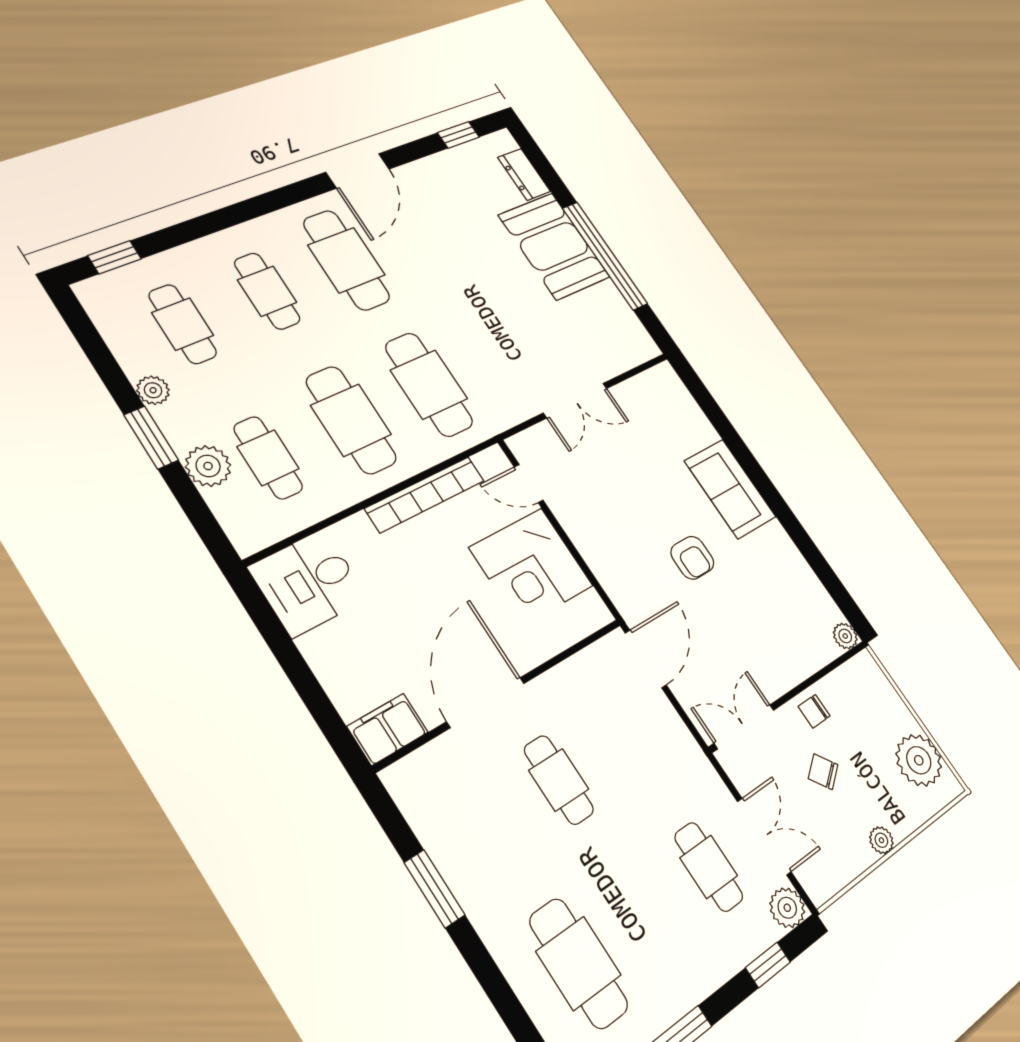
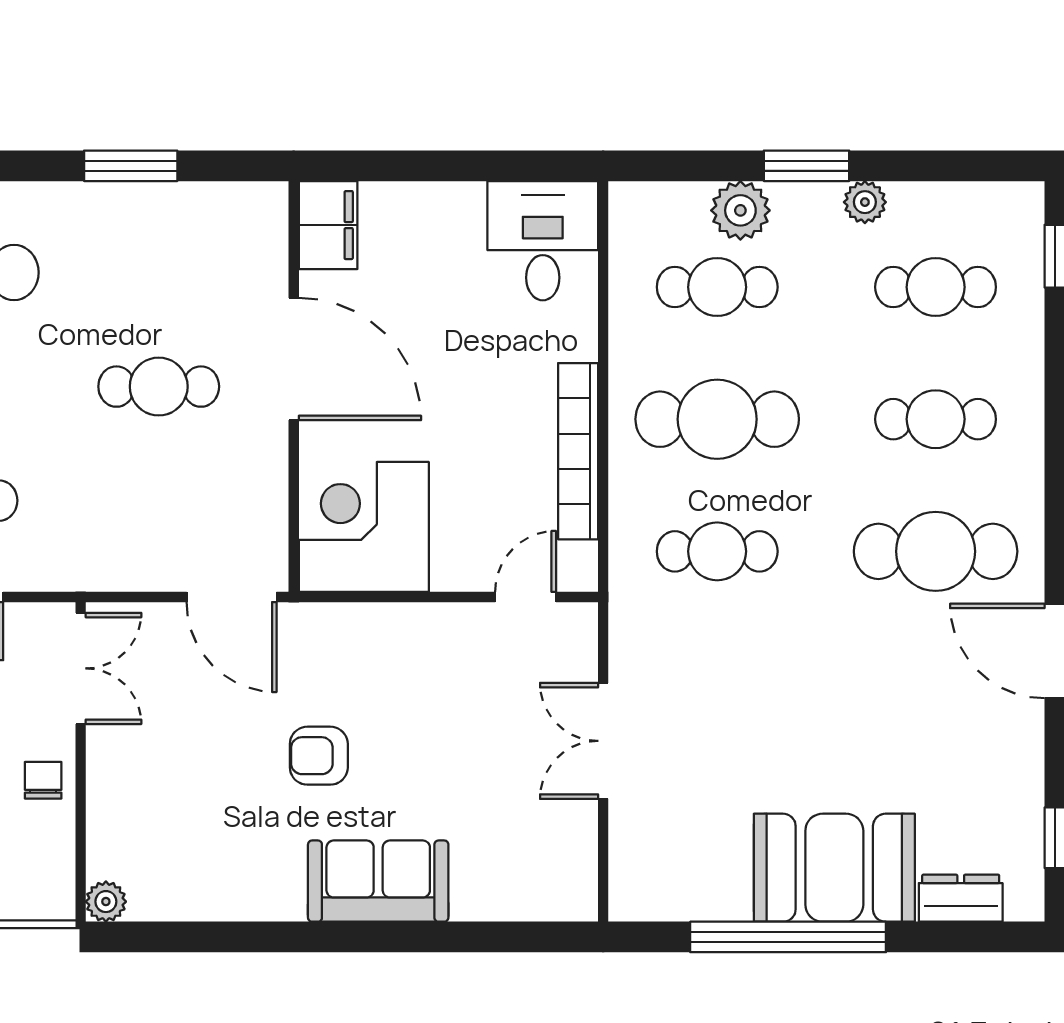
cafe table: (429, 385) -> (717, 551), width x0.73, depth x0.74
corner desk: (531, 567) -> (364, 527), moved

